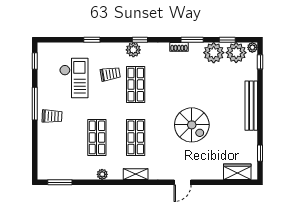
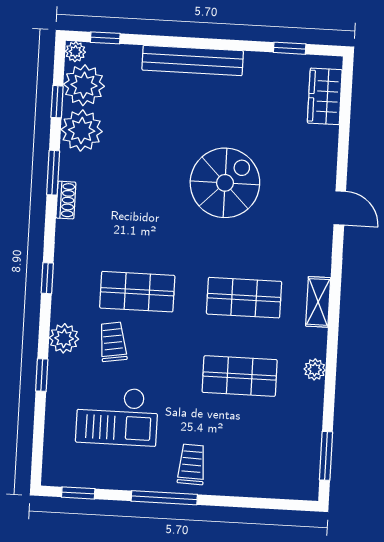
plant: (133, 50) -> (64, 338), moved
checkout: (74, 78) -> (117, 416), turned 180

